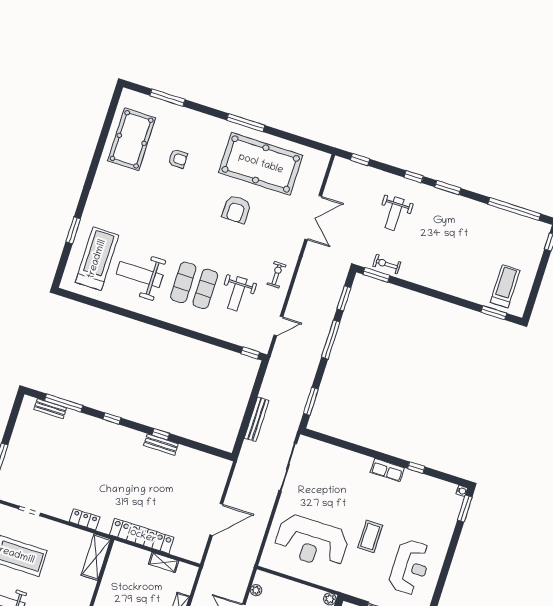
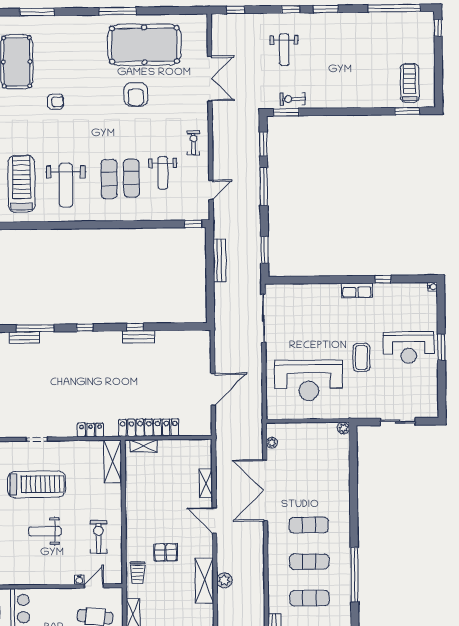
armchair: (178, 159) -> (56, 102), moved
weight bench: (140, 274) -> (66, 185), turned -90
bench: (257, 419) -> (219, 260), moved
window: (465, 509) -> (441, 347), moved
shelving: (164, 562) -> (144, 446), moved
reception desk: (410, 567) -> (409, 347), moved, turned 90

